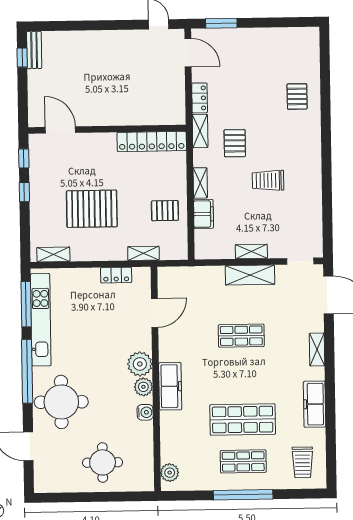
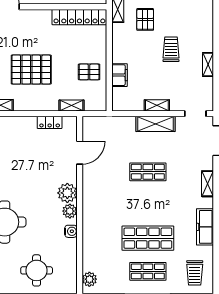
trolley: (268, 180) -> (171, 49), turned 90
shelving: (200, 183) -> (208, 65), moved
freezer: (170, 386) -> (91, 211), removed

